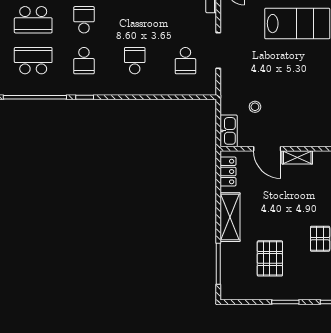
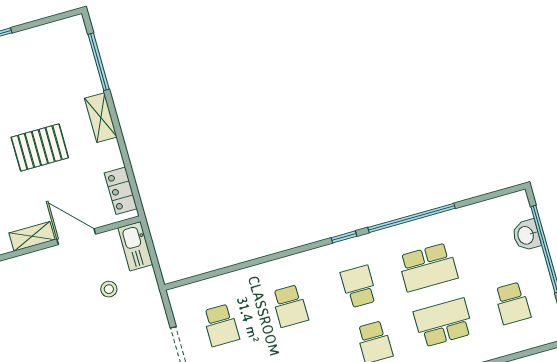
school desk: (185, 61) -> (221, 325), turned 180
shelving: (230, 217) -> (101, 118), width x0.67, depth x0.75
pallet: (270, 258) -> (40, 147), moved, turned 90

